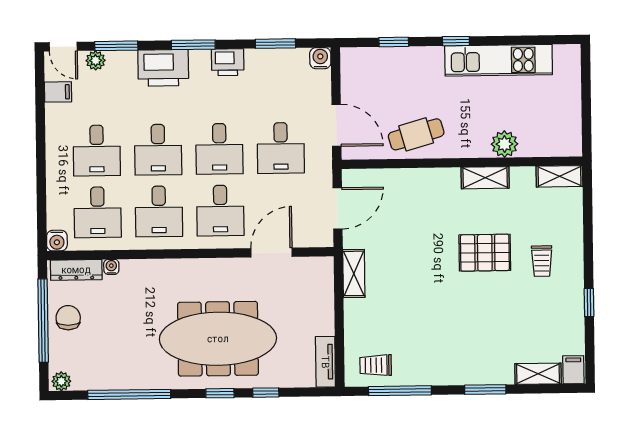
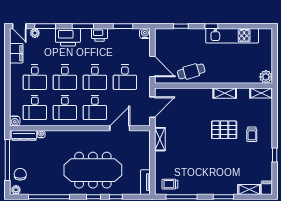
filing cabinet: (58, 92) -> (16, 53), width x2.00
plant: (504, 144) -> (266, 77), moved
chair: (68, 318) -> (20, 174), moved

